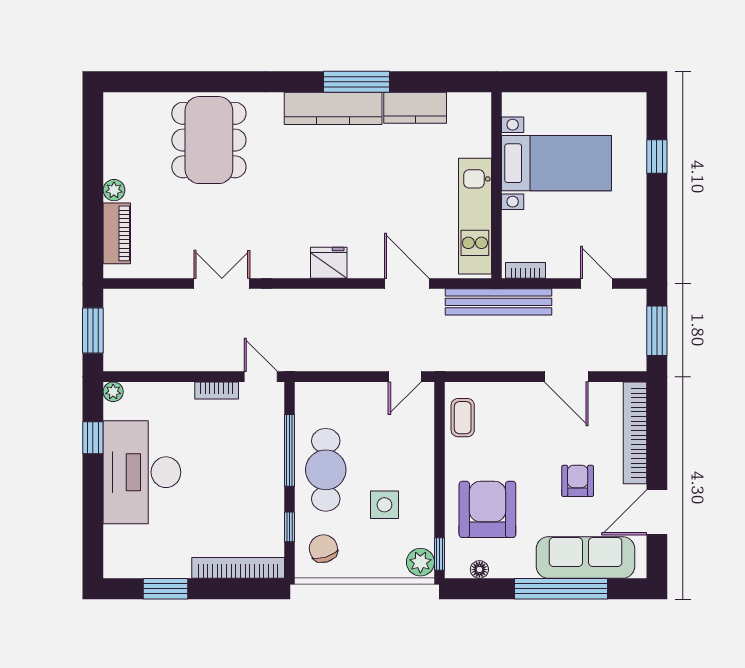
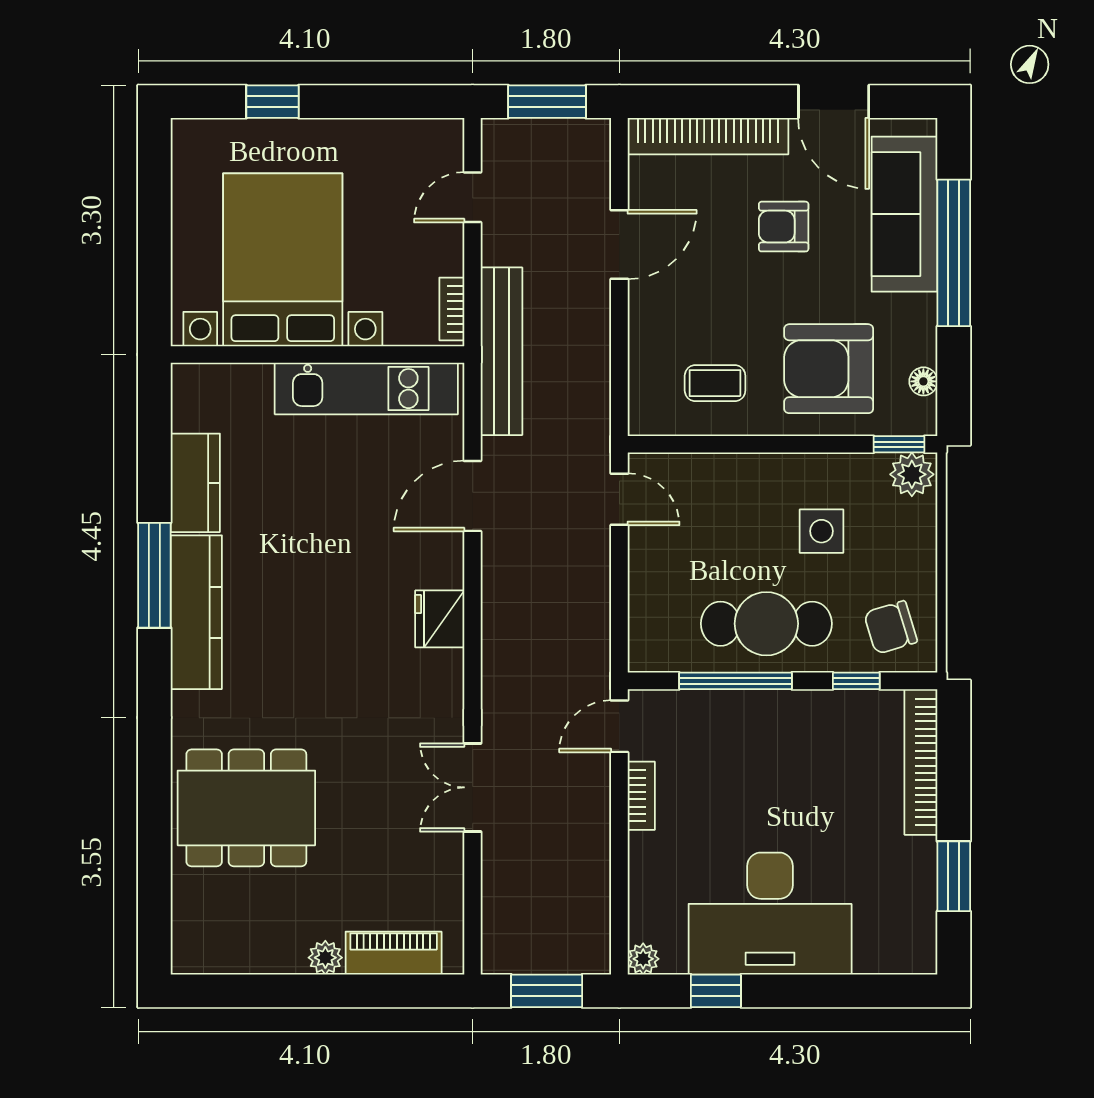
bed with nightstands: (557, 163) -> (283, 260), width x1.36
coffee table: (463, 418) -> (715, 383), moved

